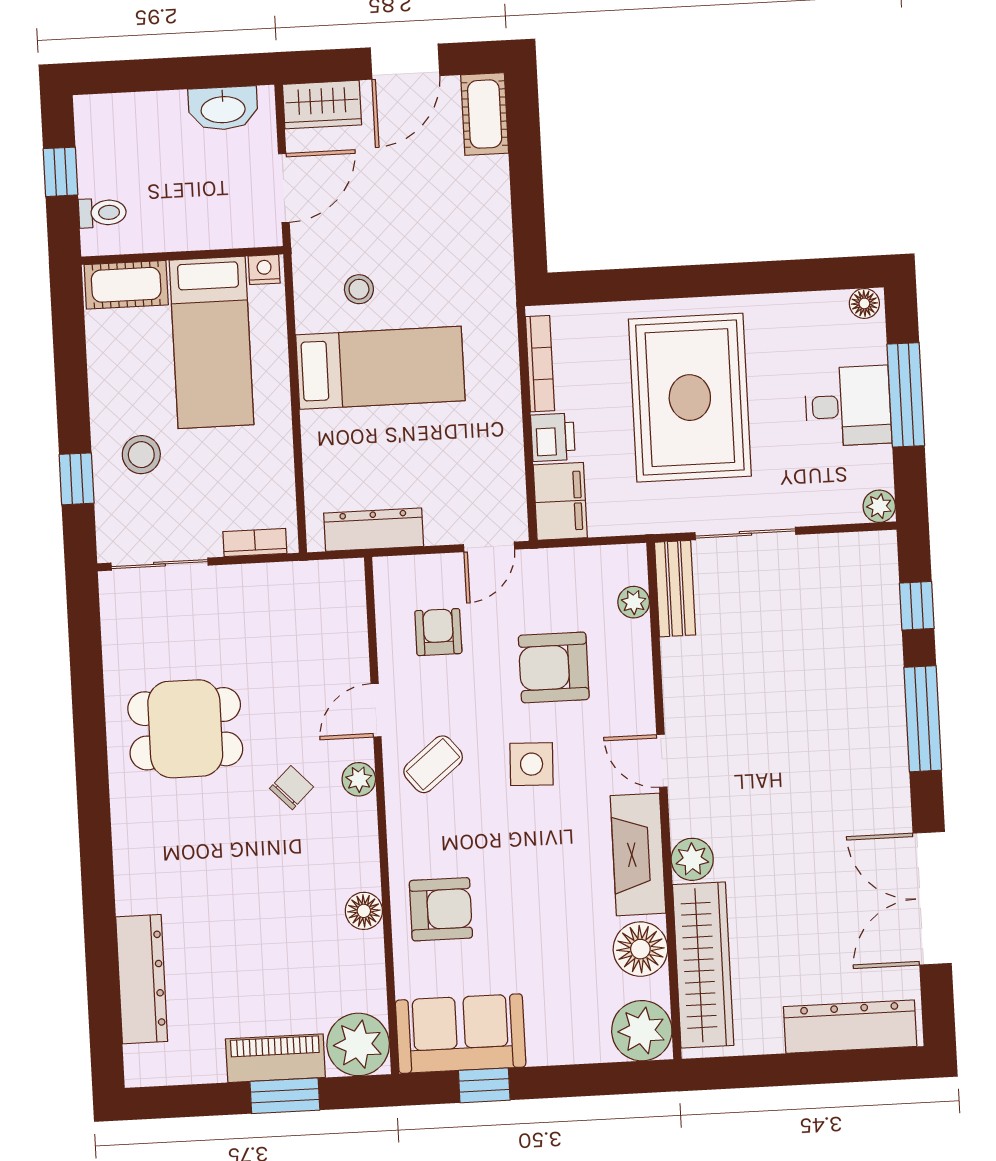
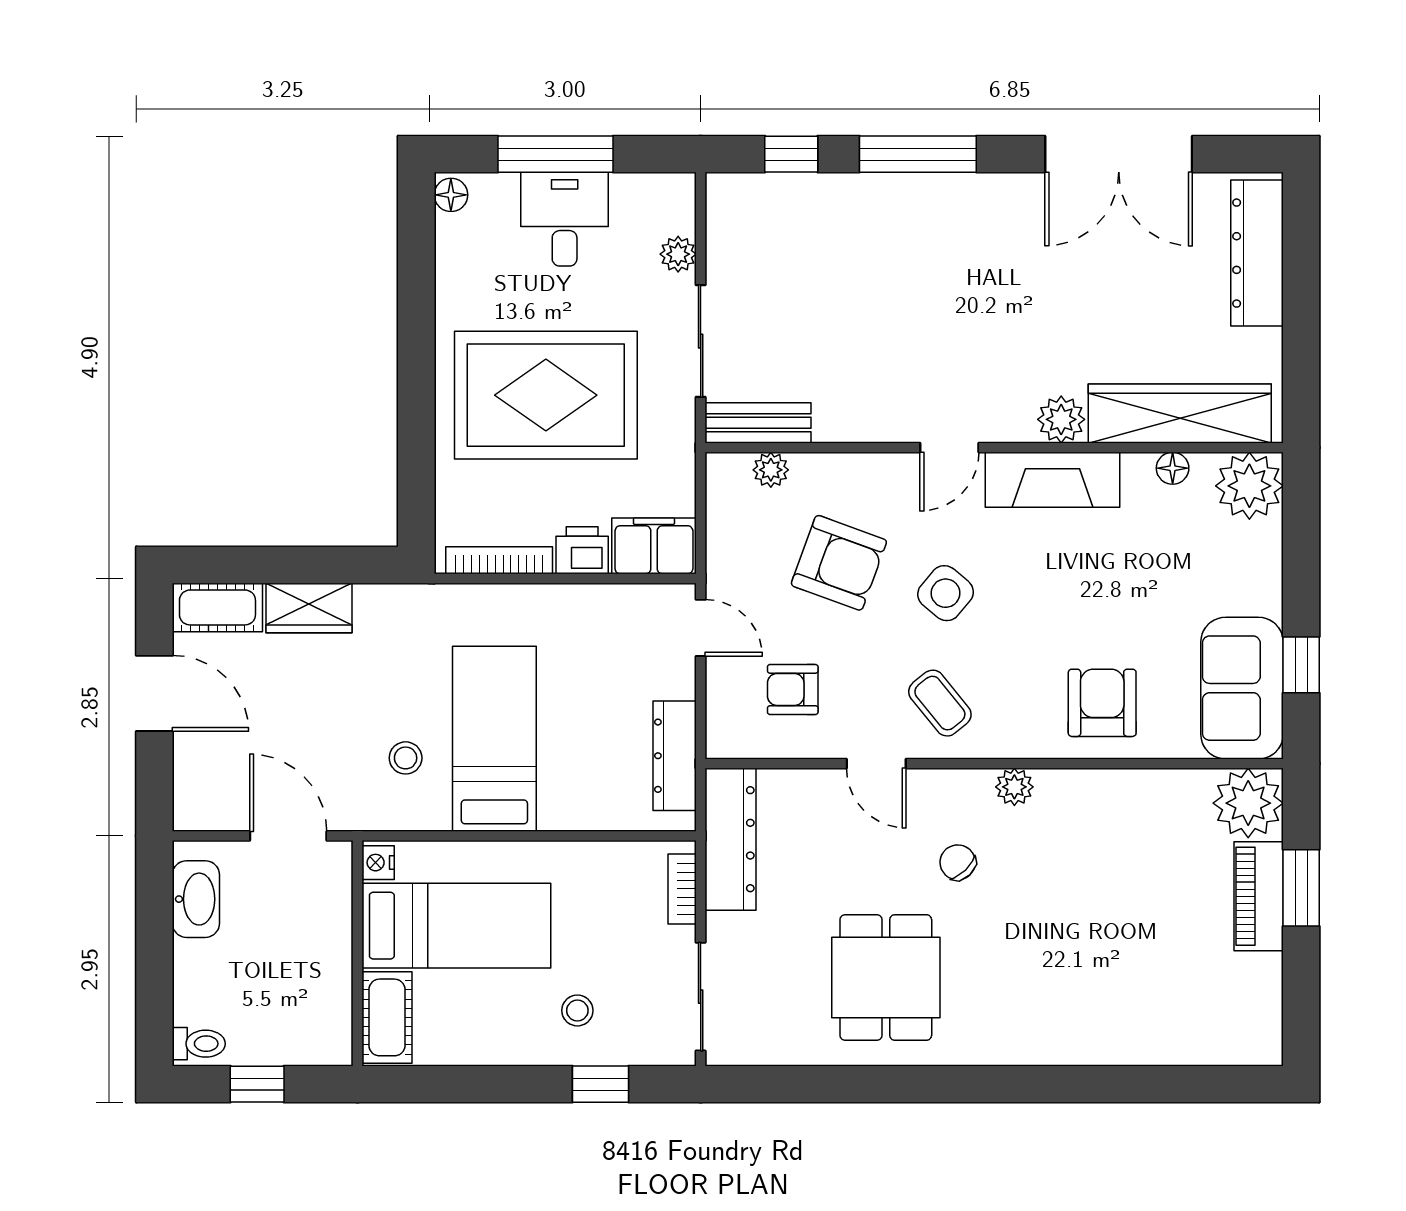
wardrobe: (322, 105) -> (309, 608), moved, turned 90
toilet: (102, 213) -> (199, 1044), moved, turned 90
stool: (141, 455) -> (577, 1010), width x0.73, depth x0.73
plant: (879, 506) -> (678, 254), moved
armchair: (554, 667) -> (839, 563), turned -70
side table: (532, 764) -> (946, 593), turned 38
plant: (359, 779) -> (1014, 787), moved
floor lamp: (364, 911) -> (1100, 789), removed
floor lamp: (640, 949) -> (1173, 468), width x0.53, depth x0.53
dresser: (142, 979) -> (731, 839), moved, turned 90

